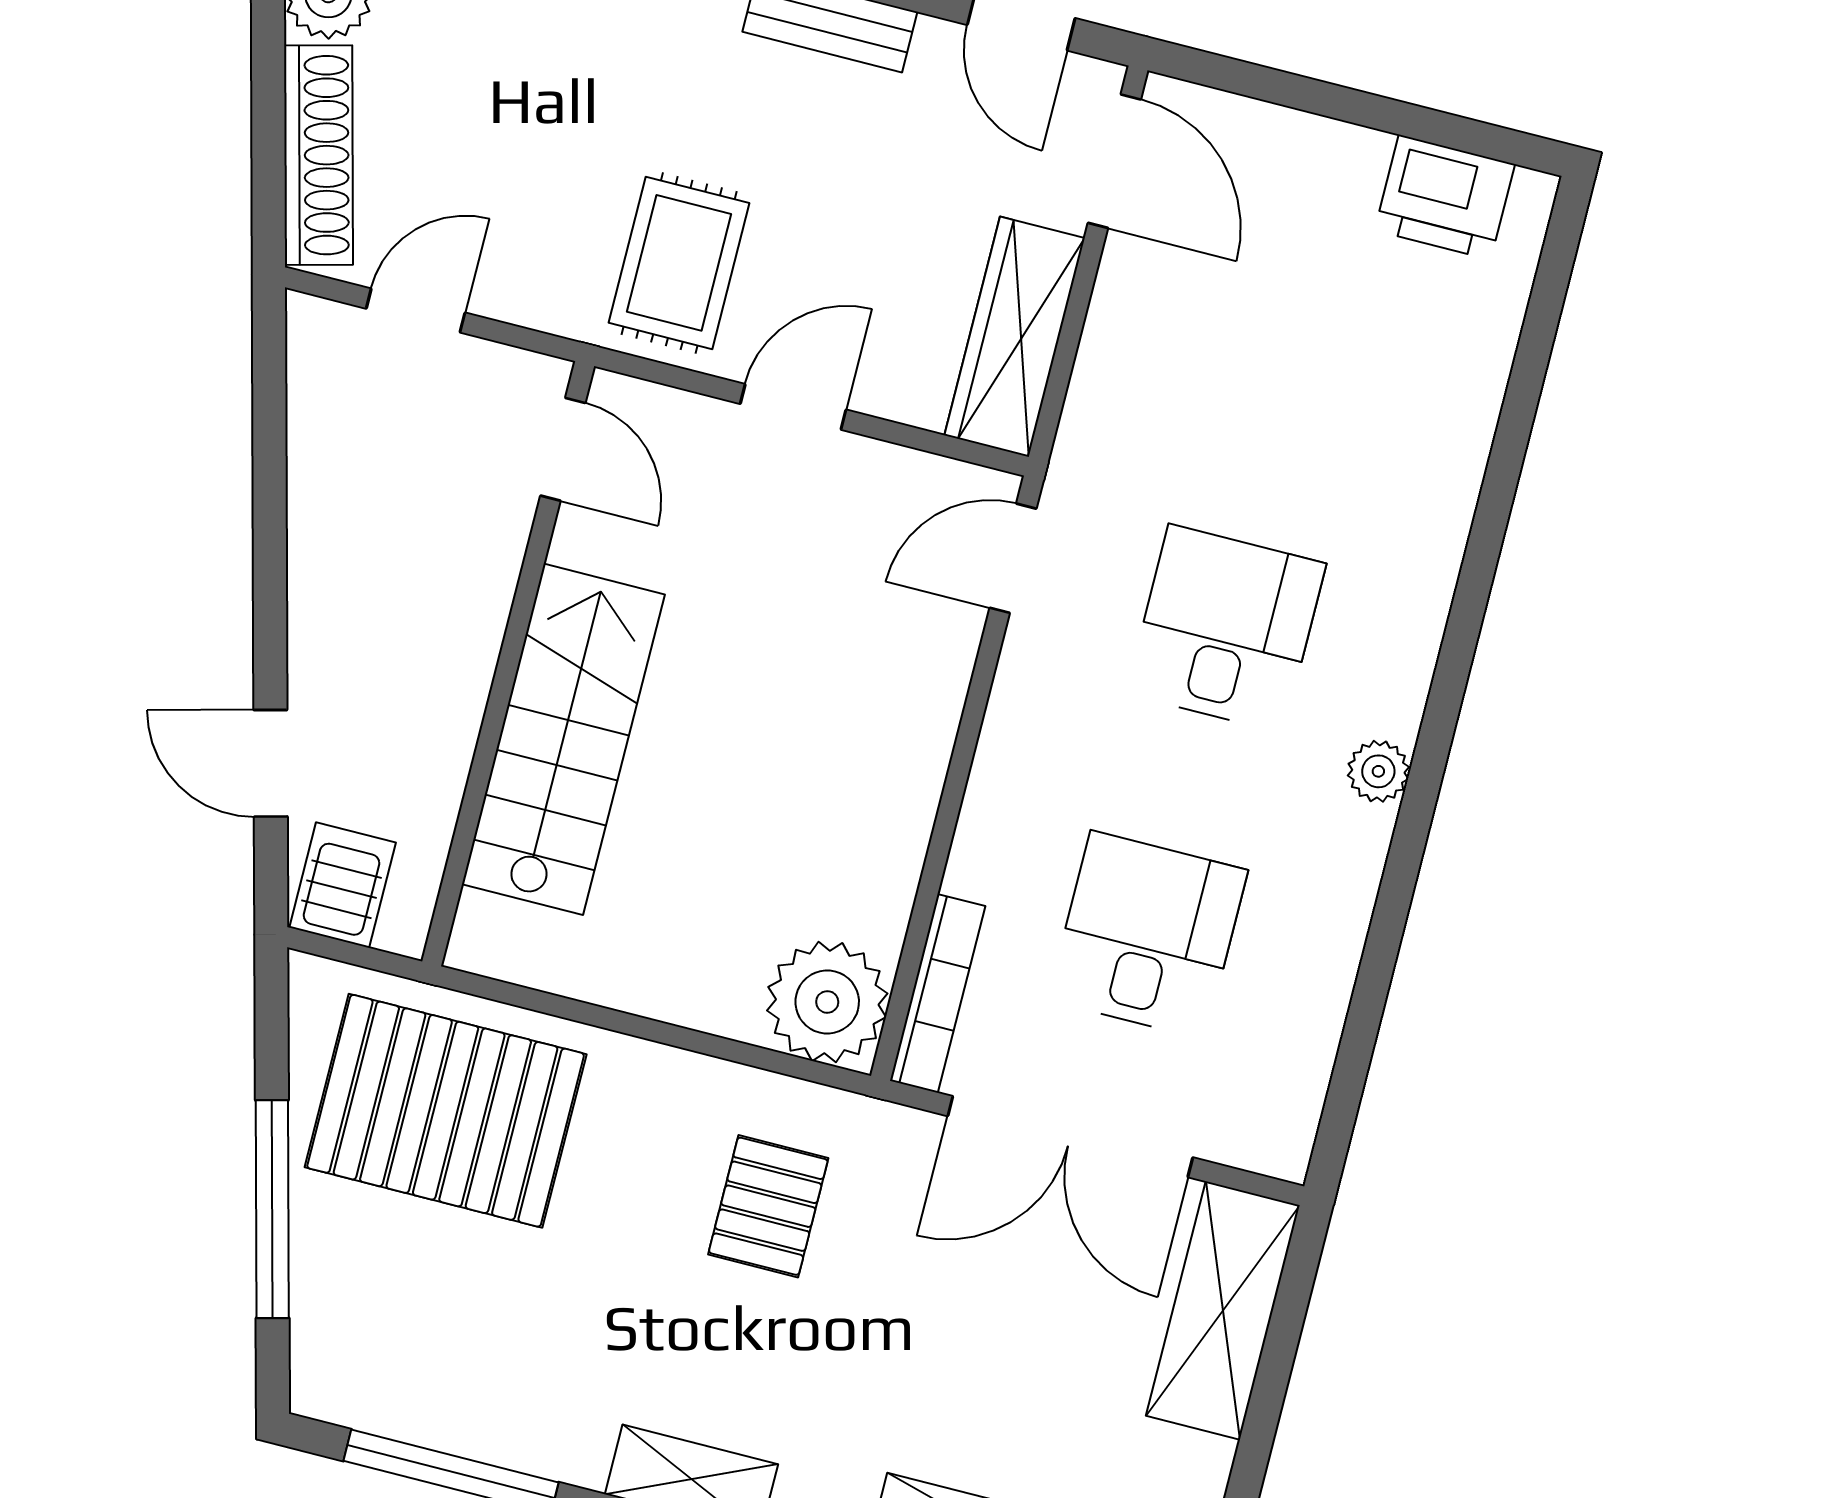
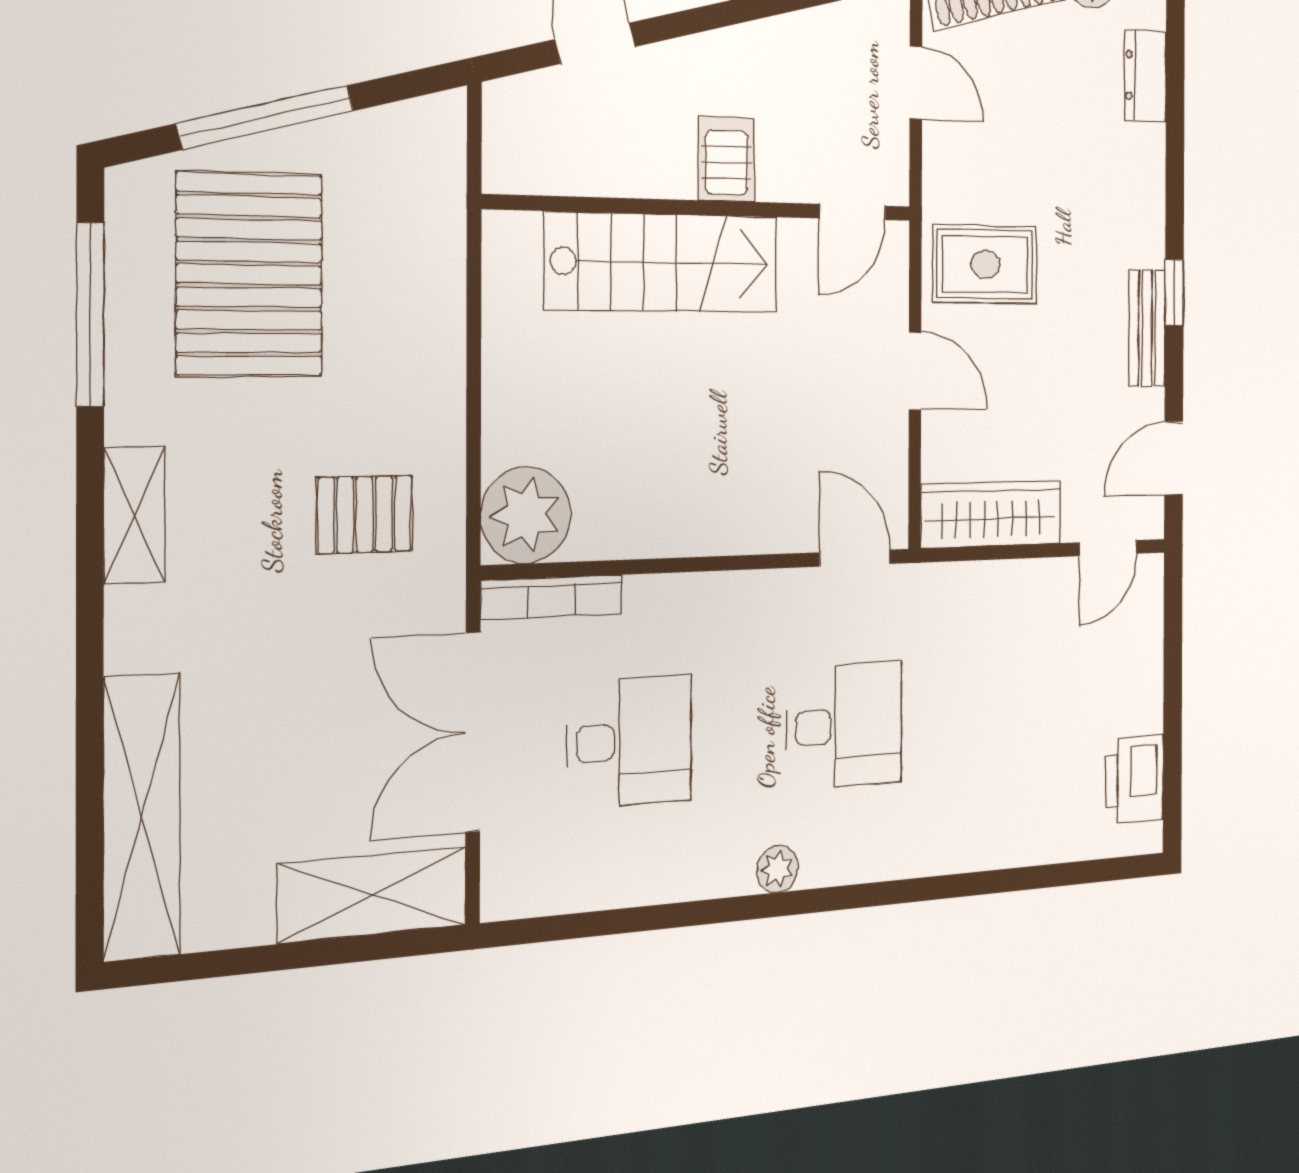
door: (1114, 161) -> (1108, 548), width x0.73
server rack: (343, 885) -> (727, 159), moved, turned -90
pallet: (446, 1111) -> (250, 274), moved

